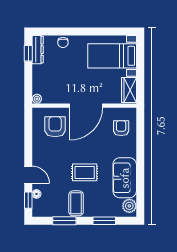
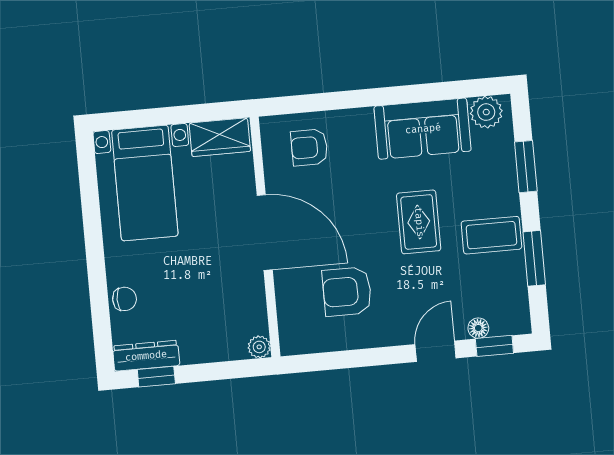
armchair: (55, 127) -> (347, 292), moved

